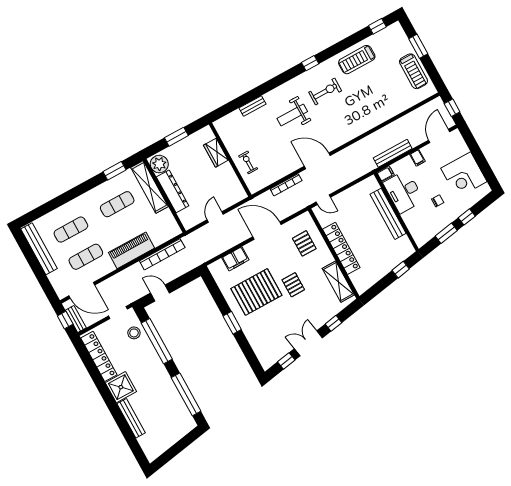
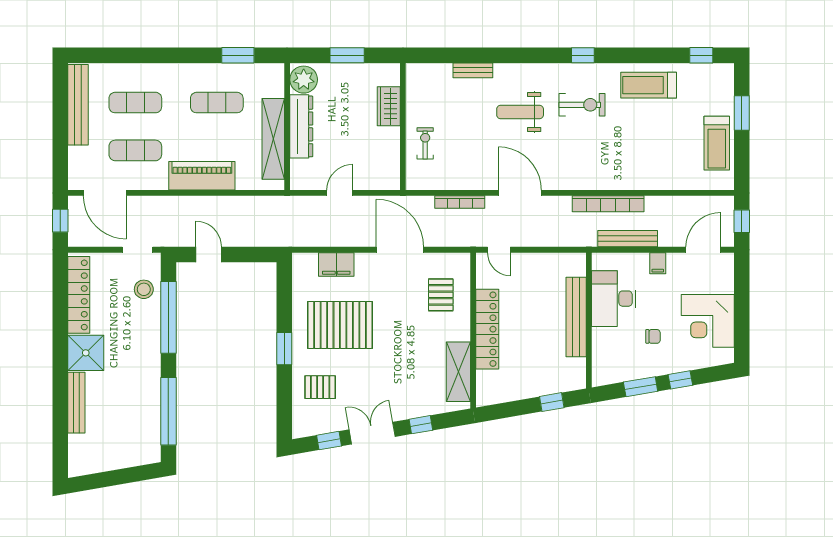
filing cabinet: (386, 174) -> (603, 261), removed
shelving: (149, 187) -> (273, 139), moved
bookcase: (162, 254) -> (608, 204), moved
pallet: (293, 285) -> (320, 387), moved, turned 90
bench: (76, 319) -> (75, 227), removed

